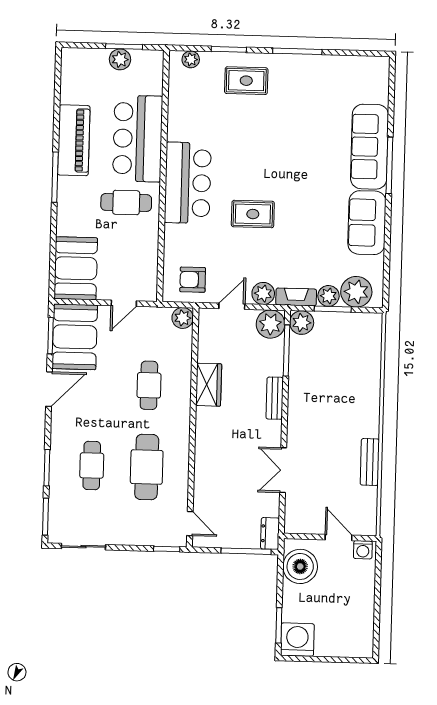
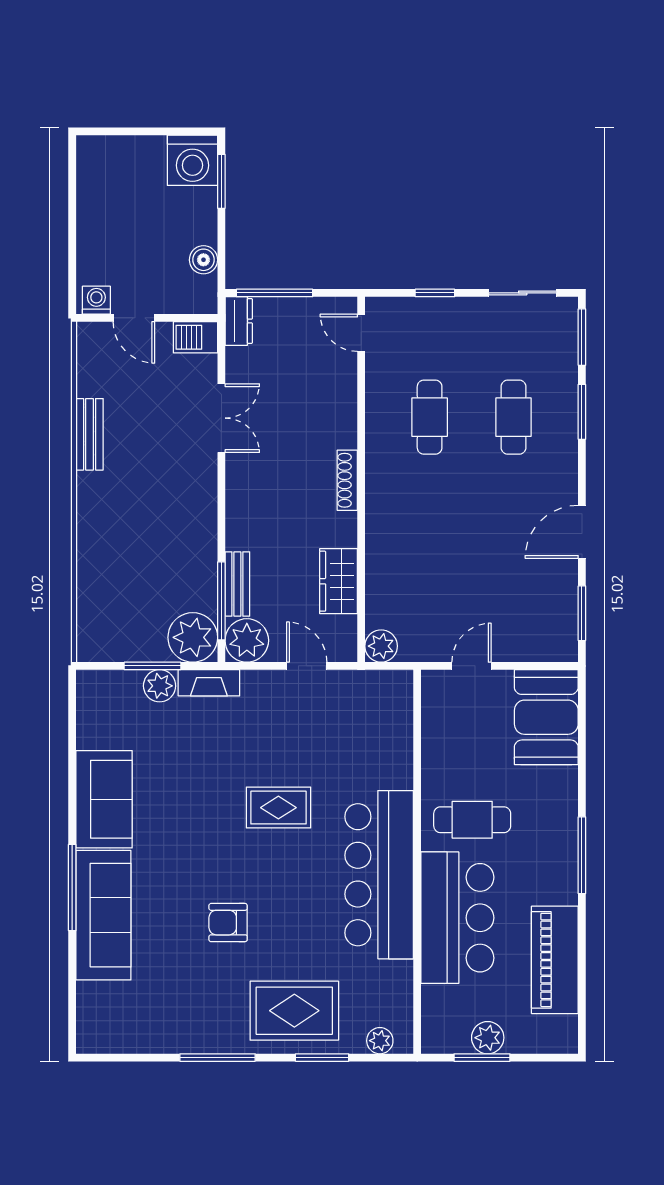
rug: (246, 81) -> (294, 1011), width x1.36, depth x1.43
piano: (74, 140) -> (555, 960), moved
bar counter: (188, 183) -> (379, 875), width x1.36
armchair: (193, 280) -> (228, 923), moved, turned 180
plant: (356, 292) -> (117, 693), removed
plant: (263, 293) -> (259, 687), removed
door: (232, 306) -> (307, 666), swing flipped
plant: (302, 323) -> (193, 637), width x1.36, depth x1.36
booth: (75, 337) -> (545, 613), removed
cafe table: (149, 385) -> (430, 542), removed
wardrobe: (209, 385) -> (339, 581), moved
bench: (275, 398) -> (237, 584), moved
shoe rack: (202, 427) -> (347, 480), added
cafe table: (147, 467) -> (430, 417), width x0.73, depth x0.74
barbecue: (299, 524) -> (196, 337), added
window: (167, 549) -> (435, 293), moved
boiler: (300, 566) -> (203, 260), width x0.54, depth x0.54

